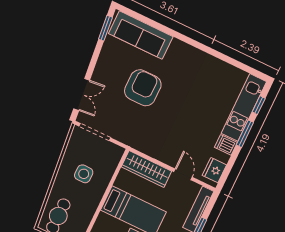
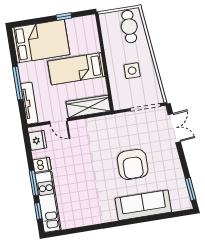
sofa: (141, 35) -> (143, 205), moved
double door: (82, 94) -> (174, 128), swing flipped

